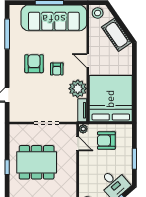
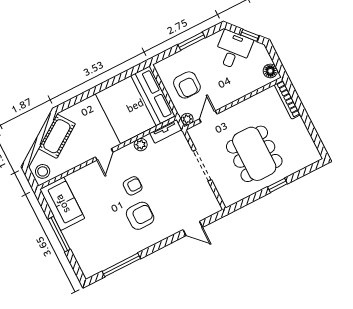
sofa: (54, 18) -> (62, 204), width x0.54, depth x0.79
armchair: (34, 64) -> (140, 216), turned 180
plant: (78, 89) -> (141, 145), width x0.53, depth x0.53

